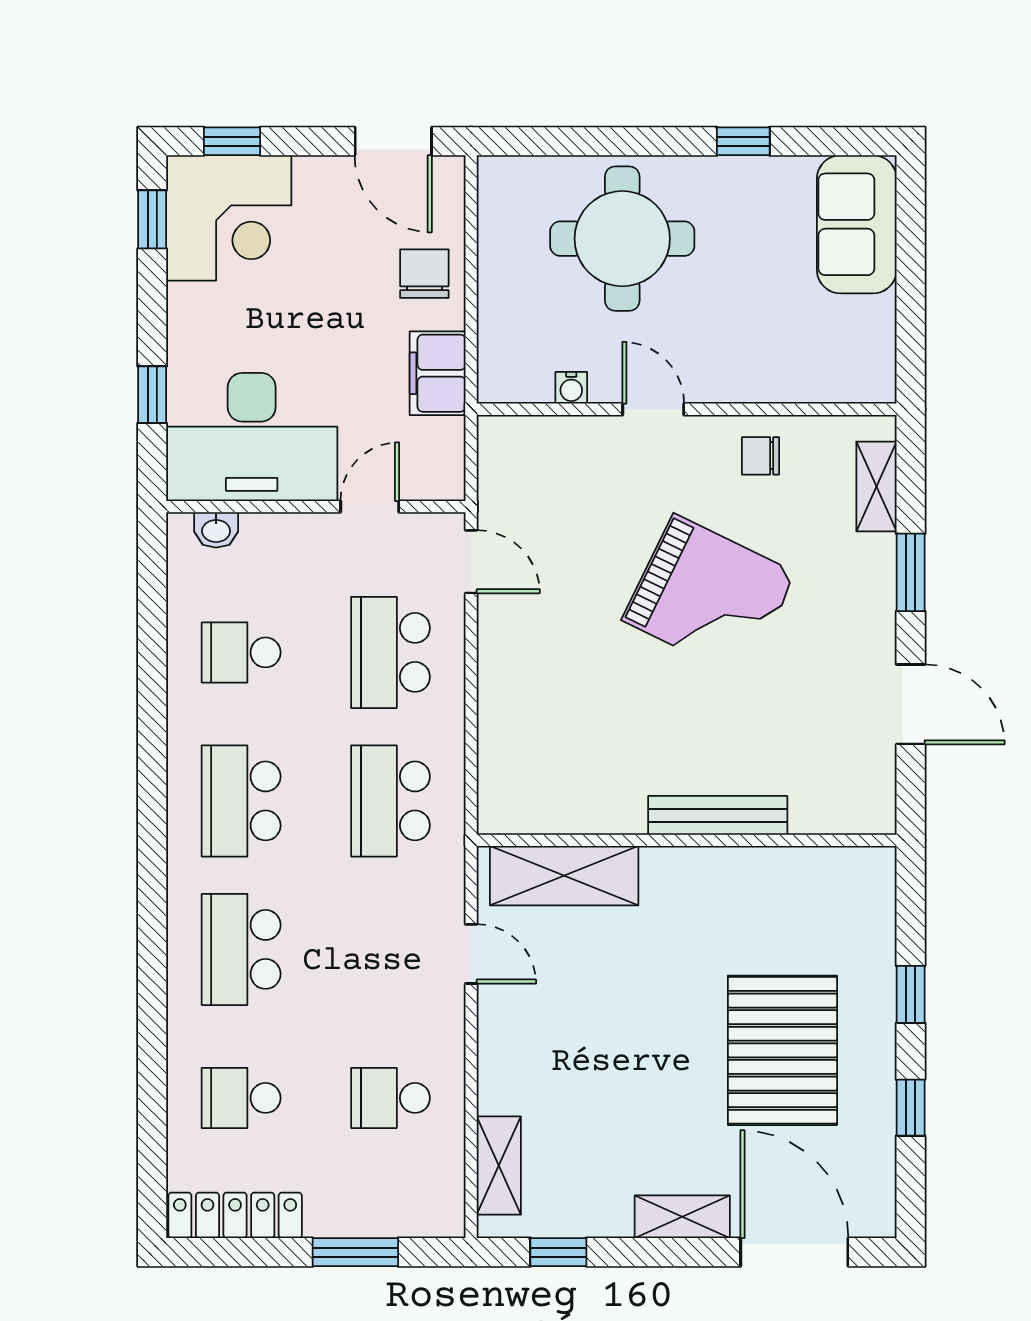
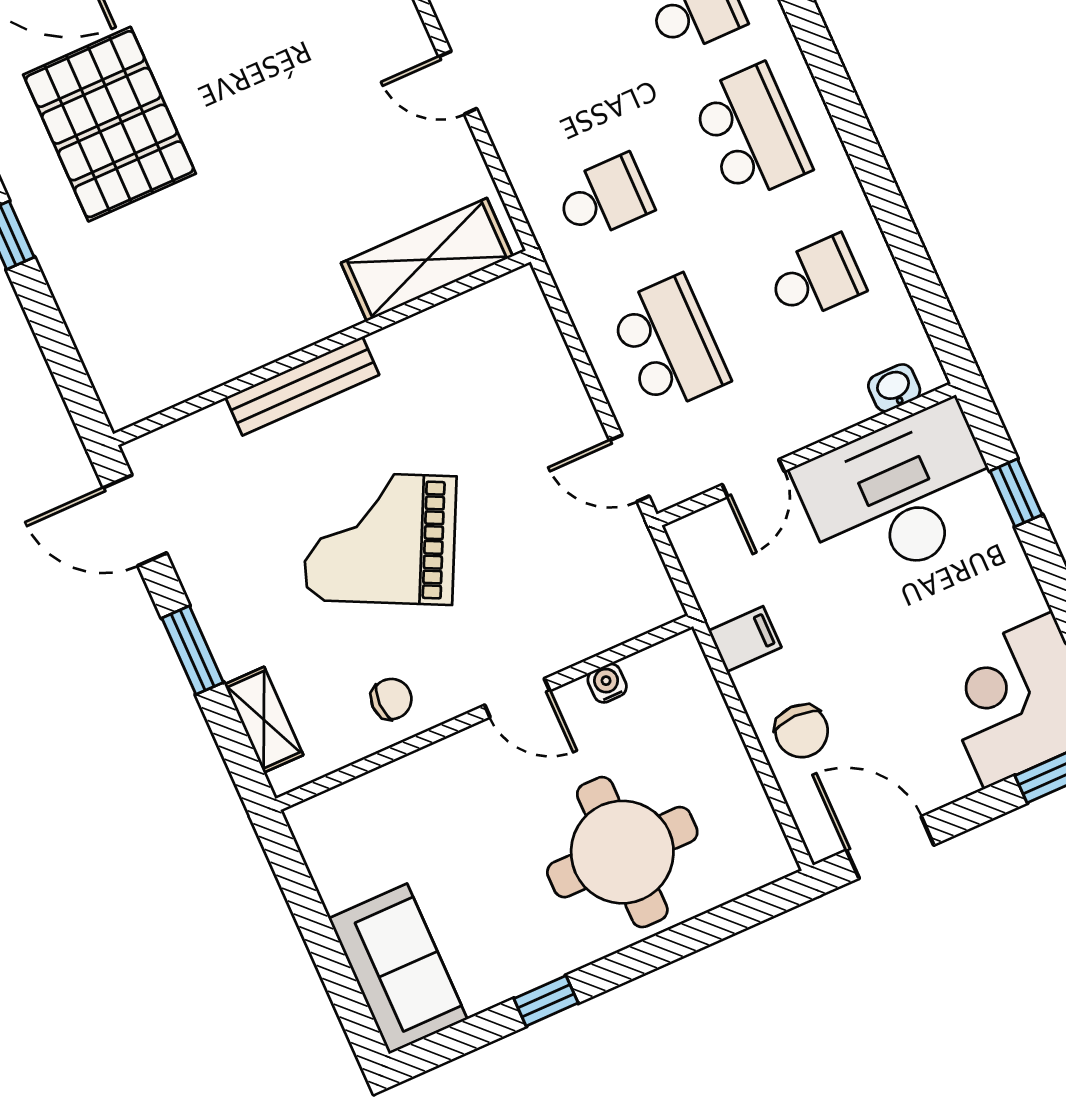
filing cabinet: (438, 373) -> (745, 639), width x0.50
school desk: (391, 801) -> (604, 198), width x0.54
bench: (718, 815) -> (302, 386), moved
wall: (687, 840) -> (322, 348), moved
shelving: (564, 876) -> (427, 260), moved

